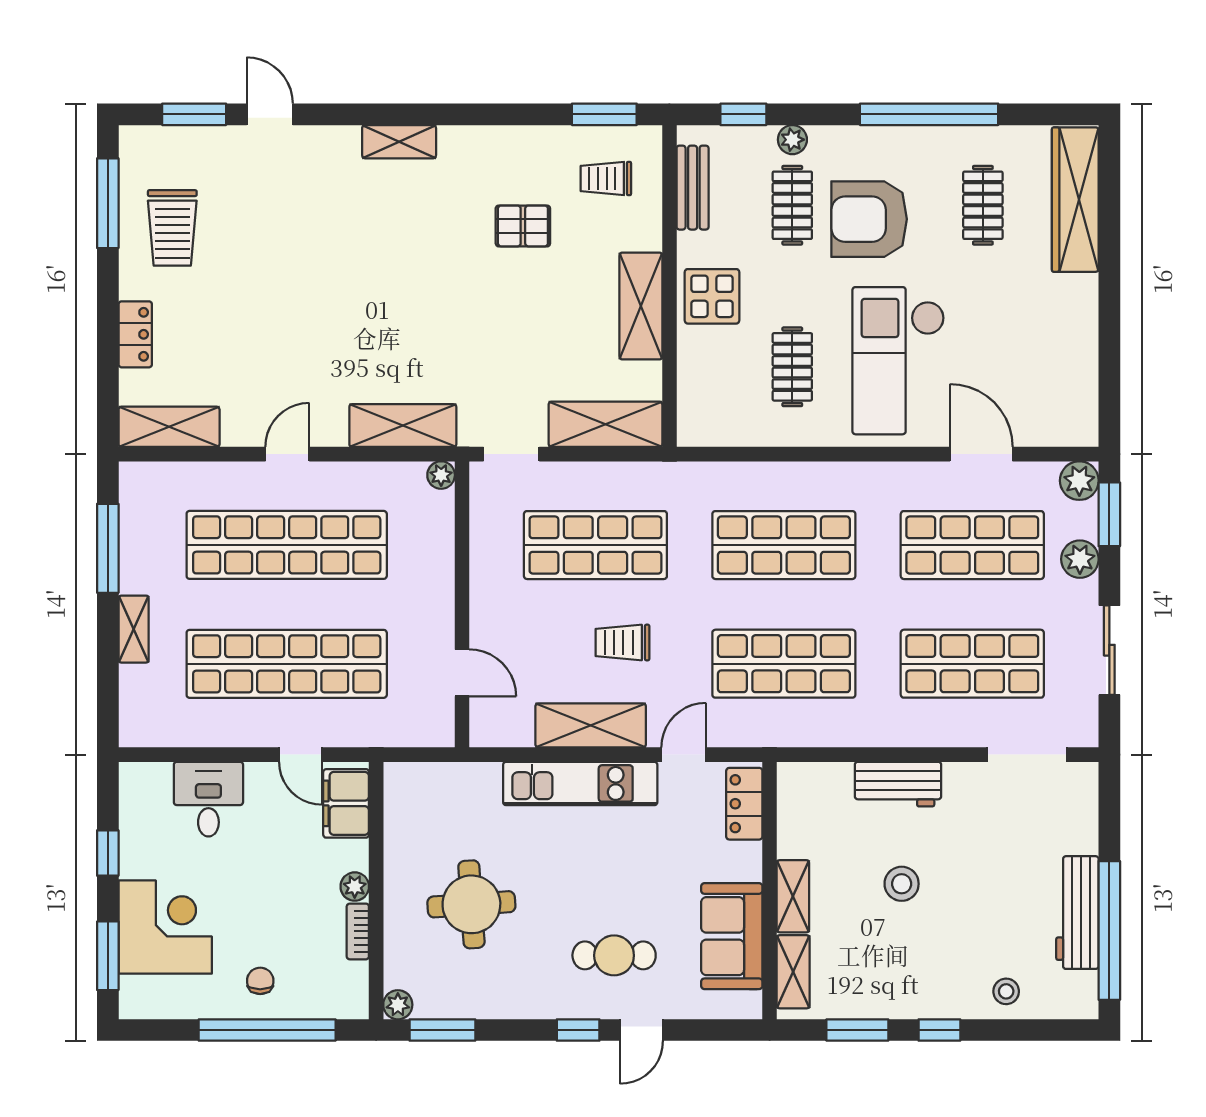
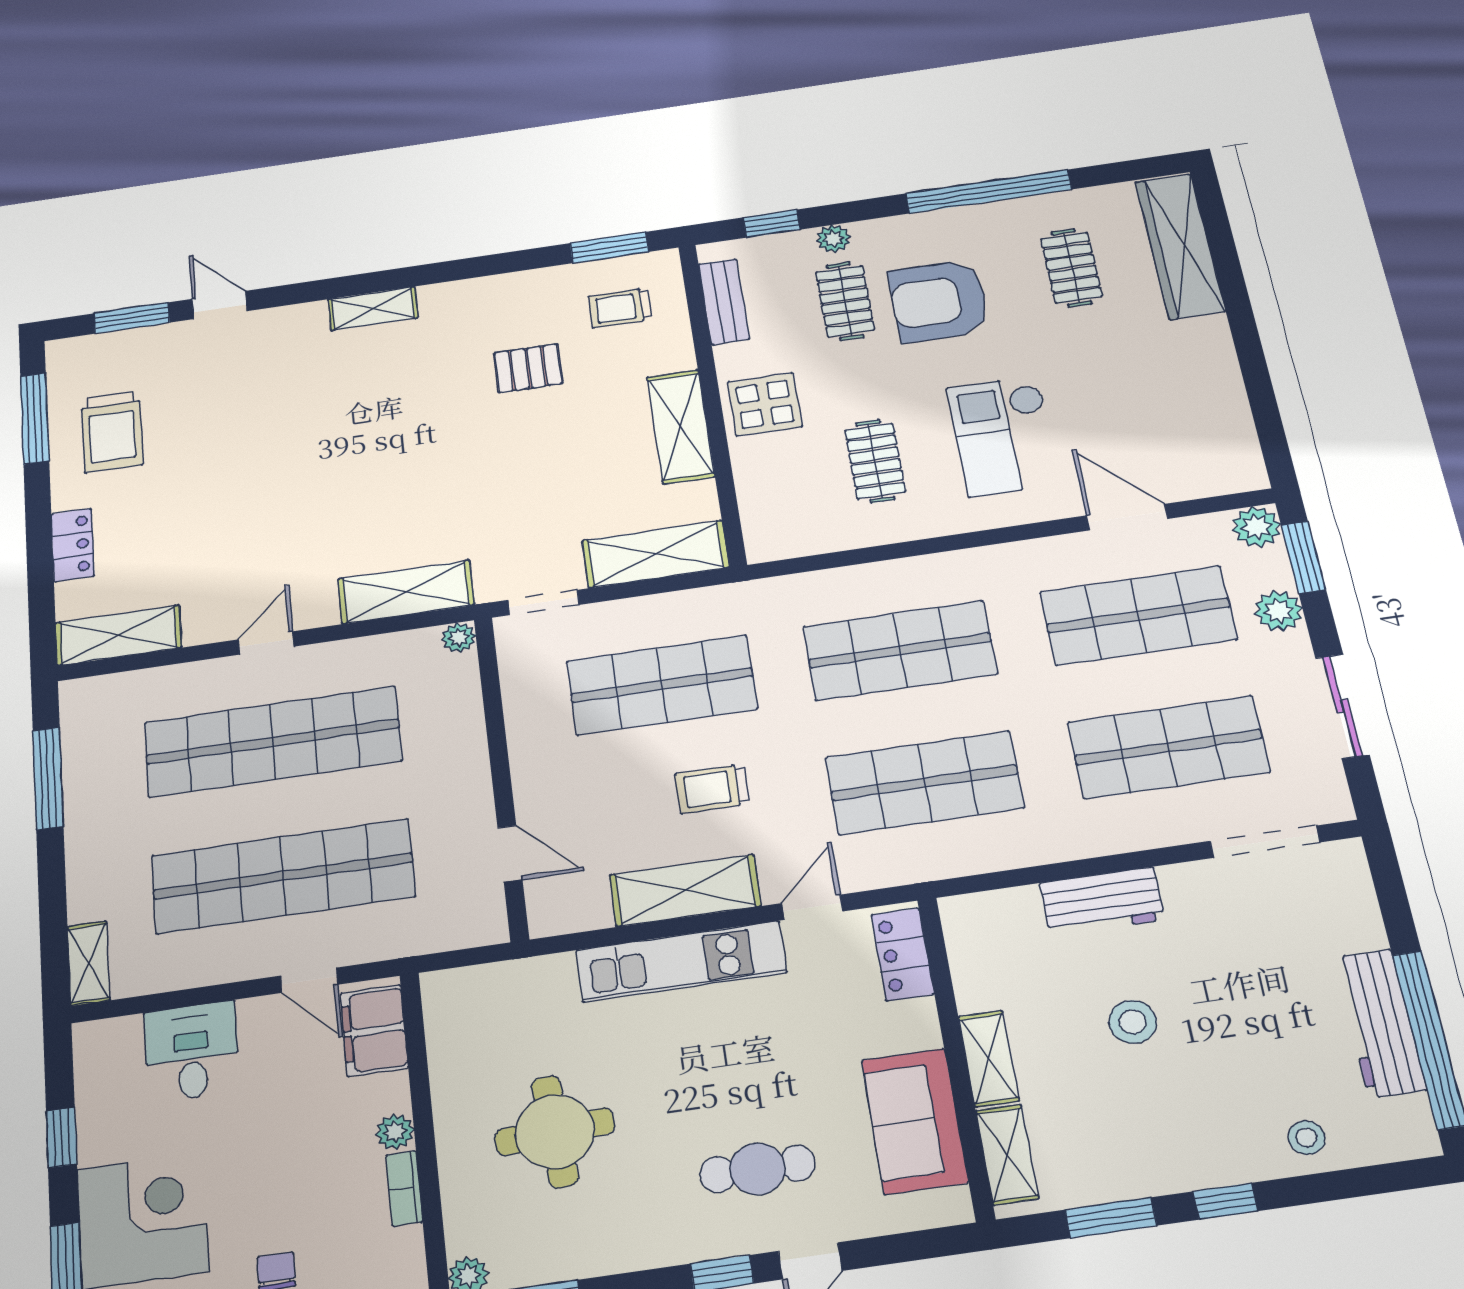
checkout: (898, 361) -> (1004, 436), width x0.73, depth x0.83
shelving: (134, 629) -> (89, 963), moved

